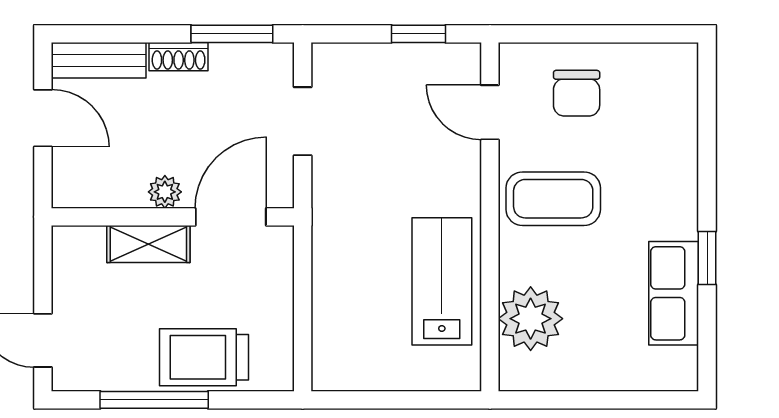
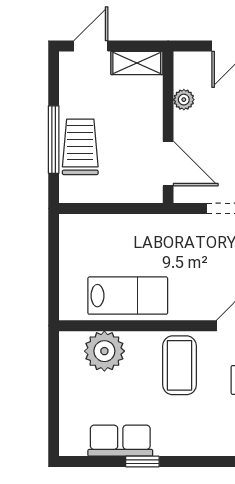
plant: (165, 192) -> (184, 100), moved
shelving: (148, 244) -> (137, 63), moved, turned 90
window: (154, 400) -> (54, 140), moved

